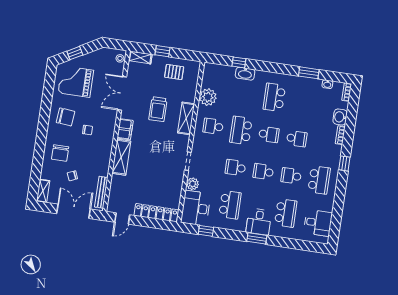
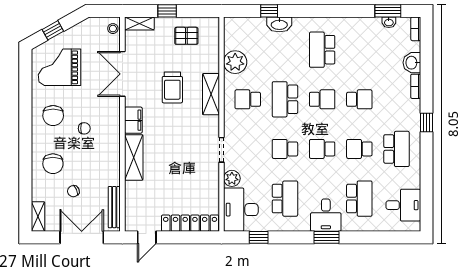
window: (309, 73) -> (388, 11), moved
chair: (66, 117) -> (53, 116), turned 85

